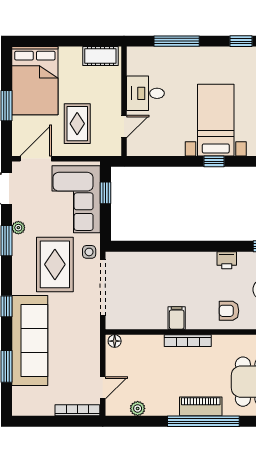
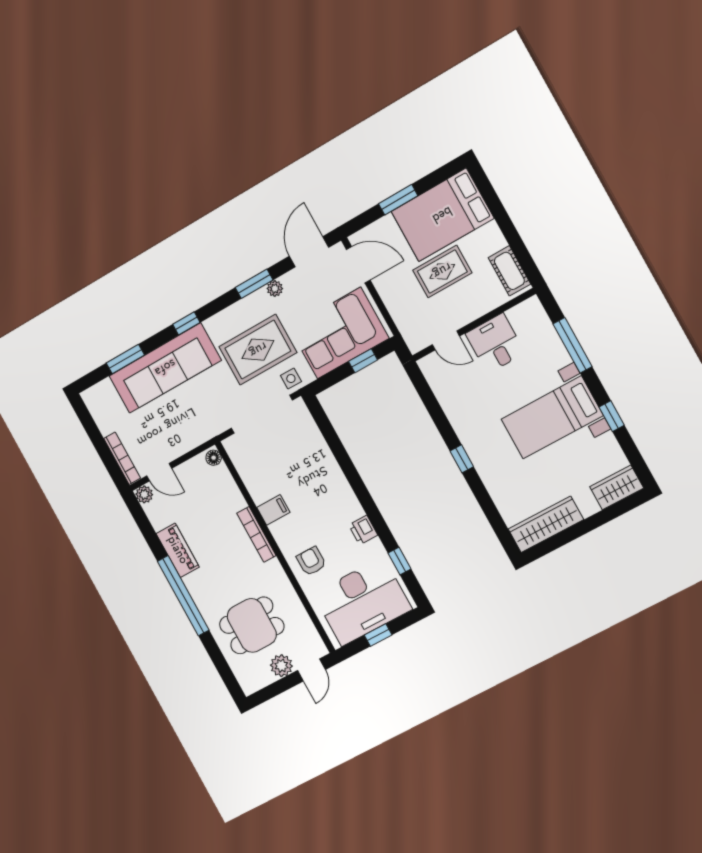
bed with nightstands: (216, 120) -> (552, 417), moved, turned 180
rug: (77, 124) -> (442, 271), moved
piano: (201, 406) -> (178, 550), moved
plant: (138, 408) -> (144, 494), moved

